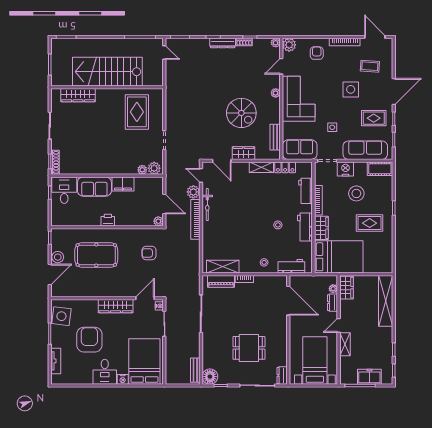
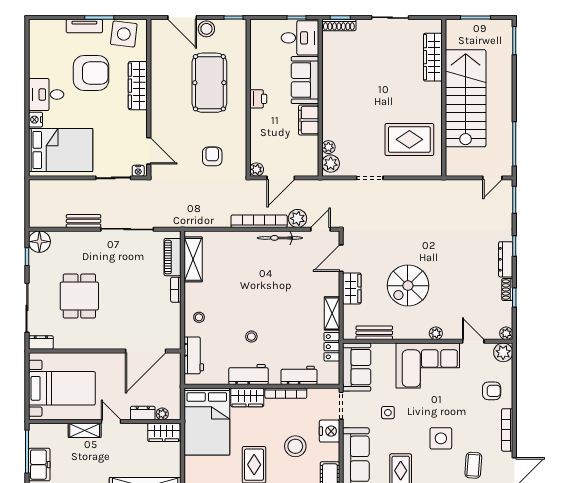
wardrobe: (116, 306) -> (138, 86), moved
tv unit: (56, 361) -> (84, 26), moved
bench: (195, 370) -> (84, 221), moved

